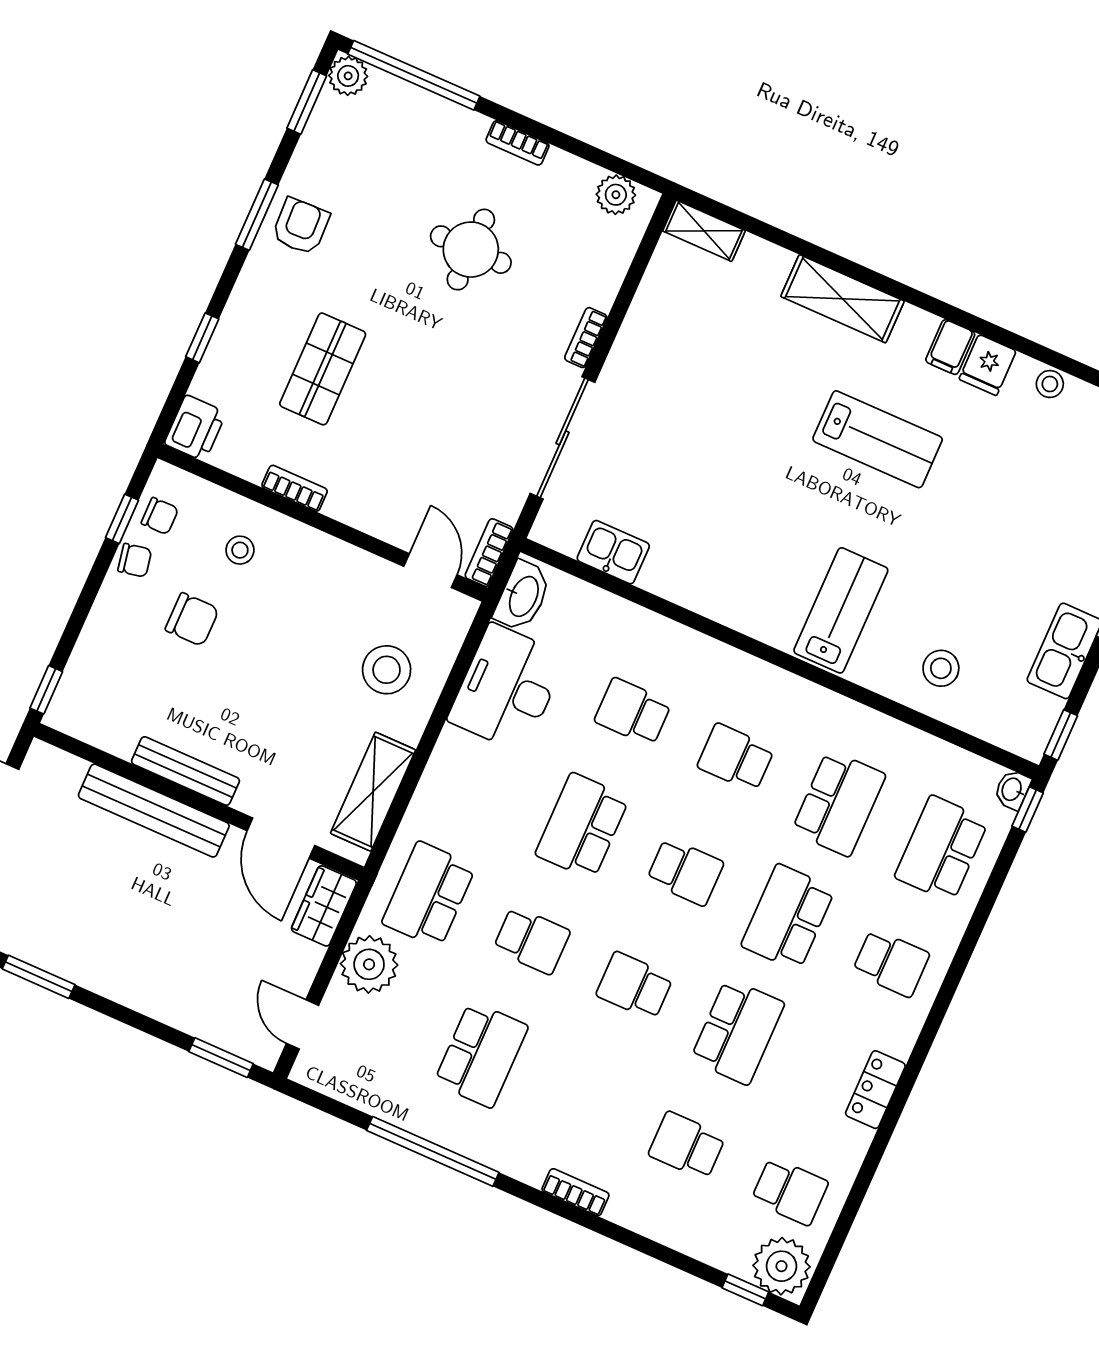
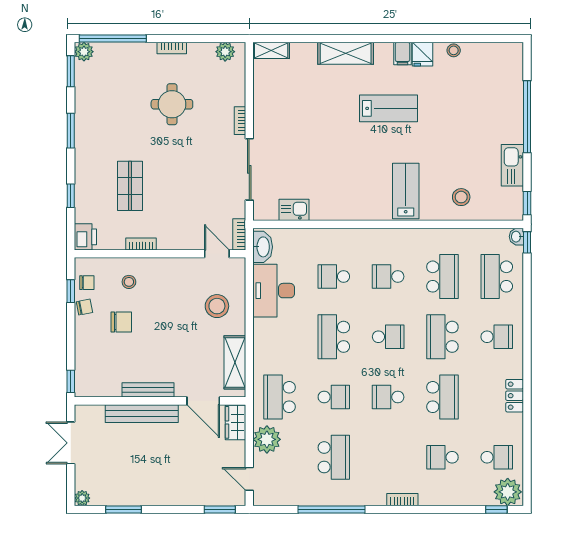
armchair: (301, 226) -> (92, 127), removed

